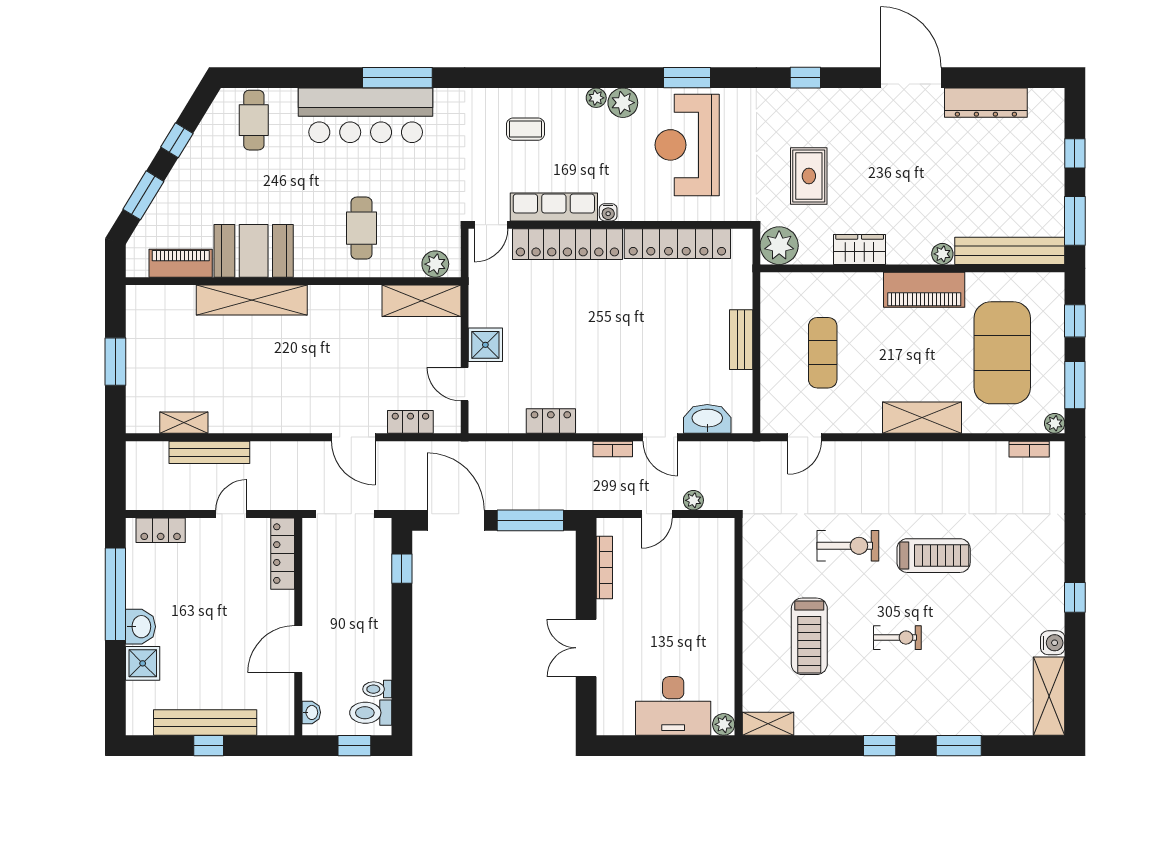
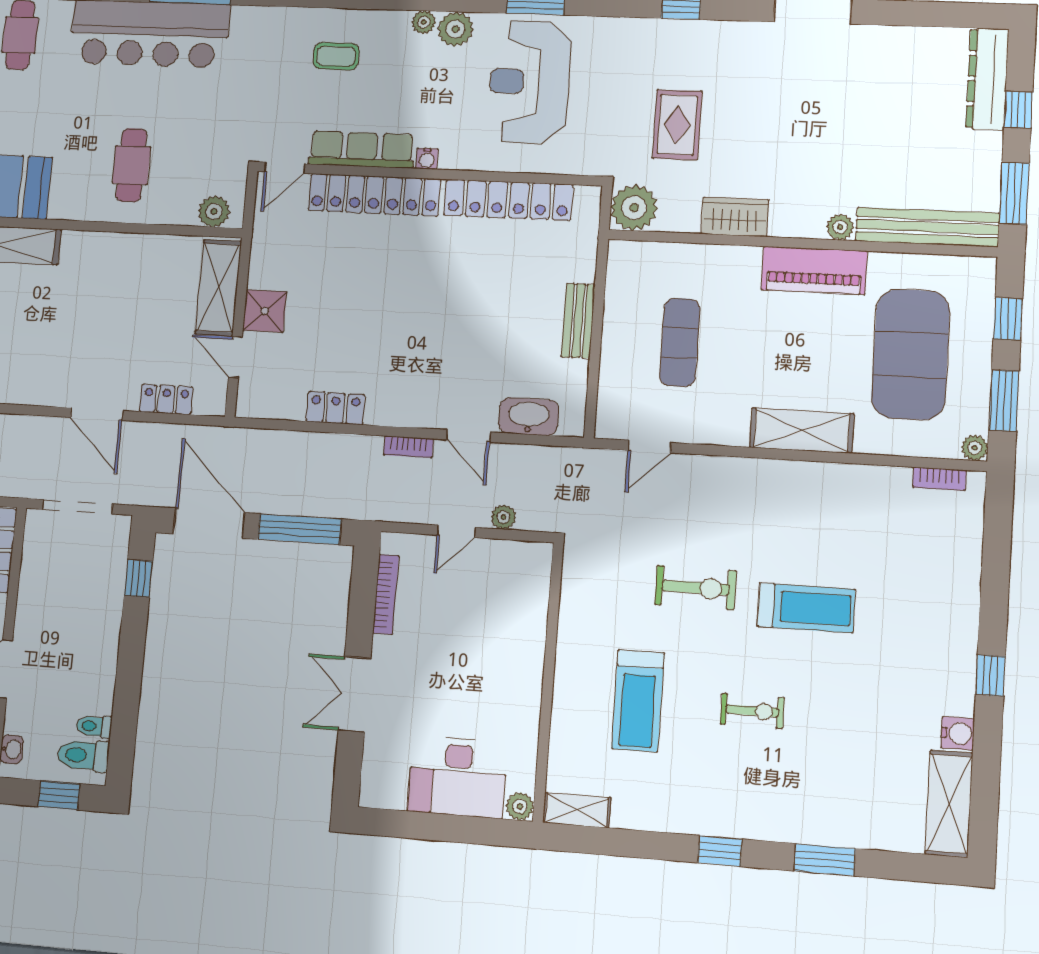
dresser: (986, 103) -> (987, 79), moved, turned 90
shelving: (421, 301) -> (218, 288), moved, turned 90

